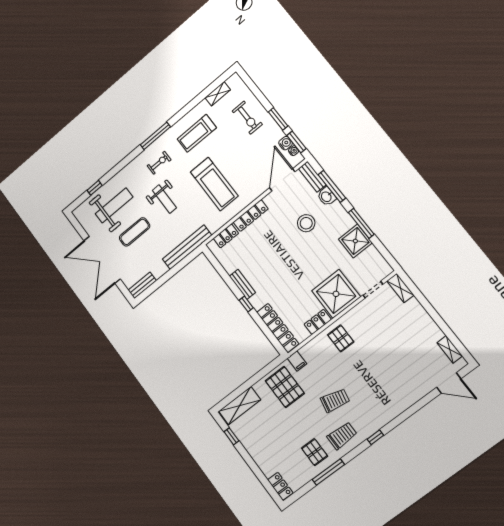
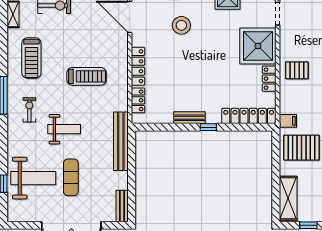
treadmill: (214, 184) -> (87, 76), width x0.73, depth x0.73
weight bench: (114, 206) -> (33, 178), turned 90

